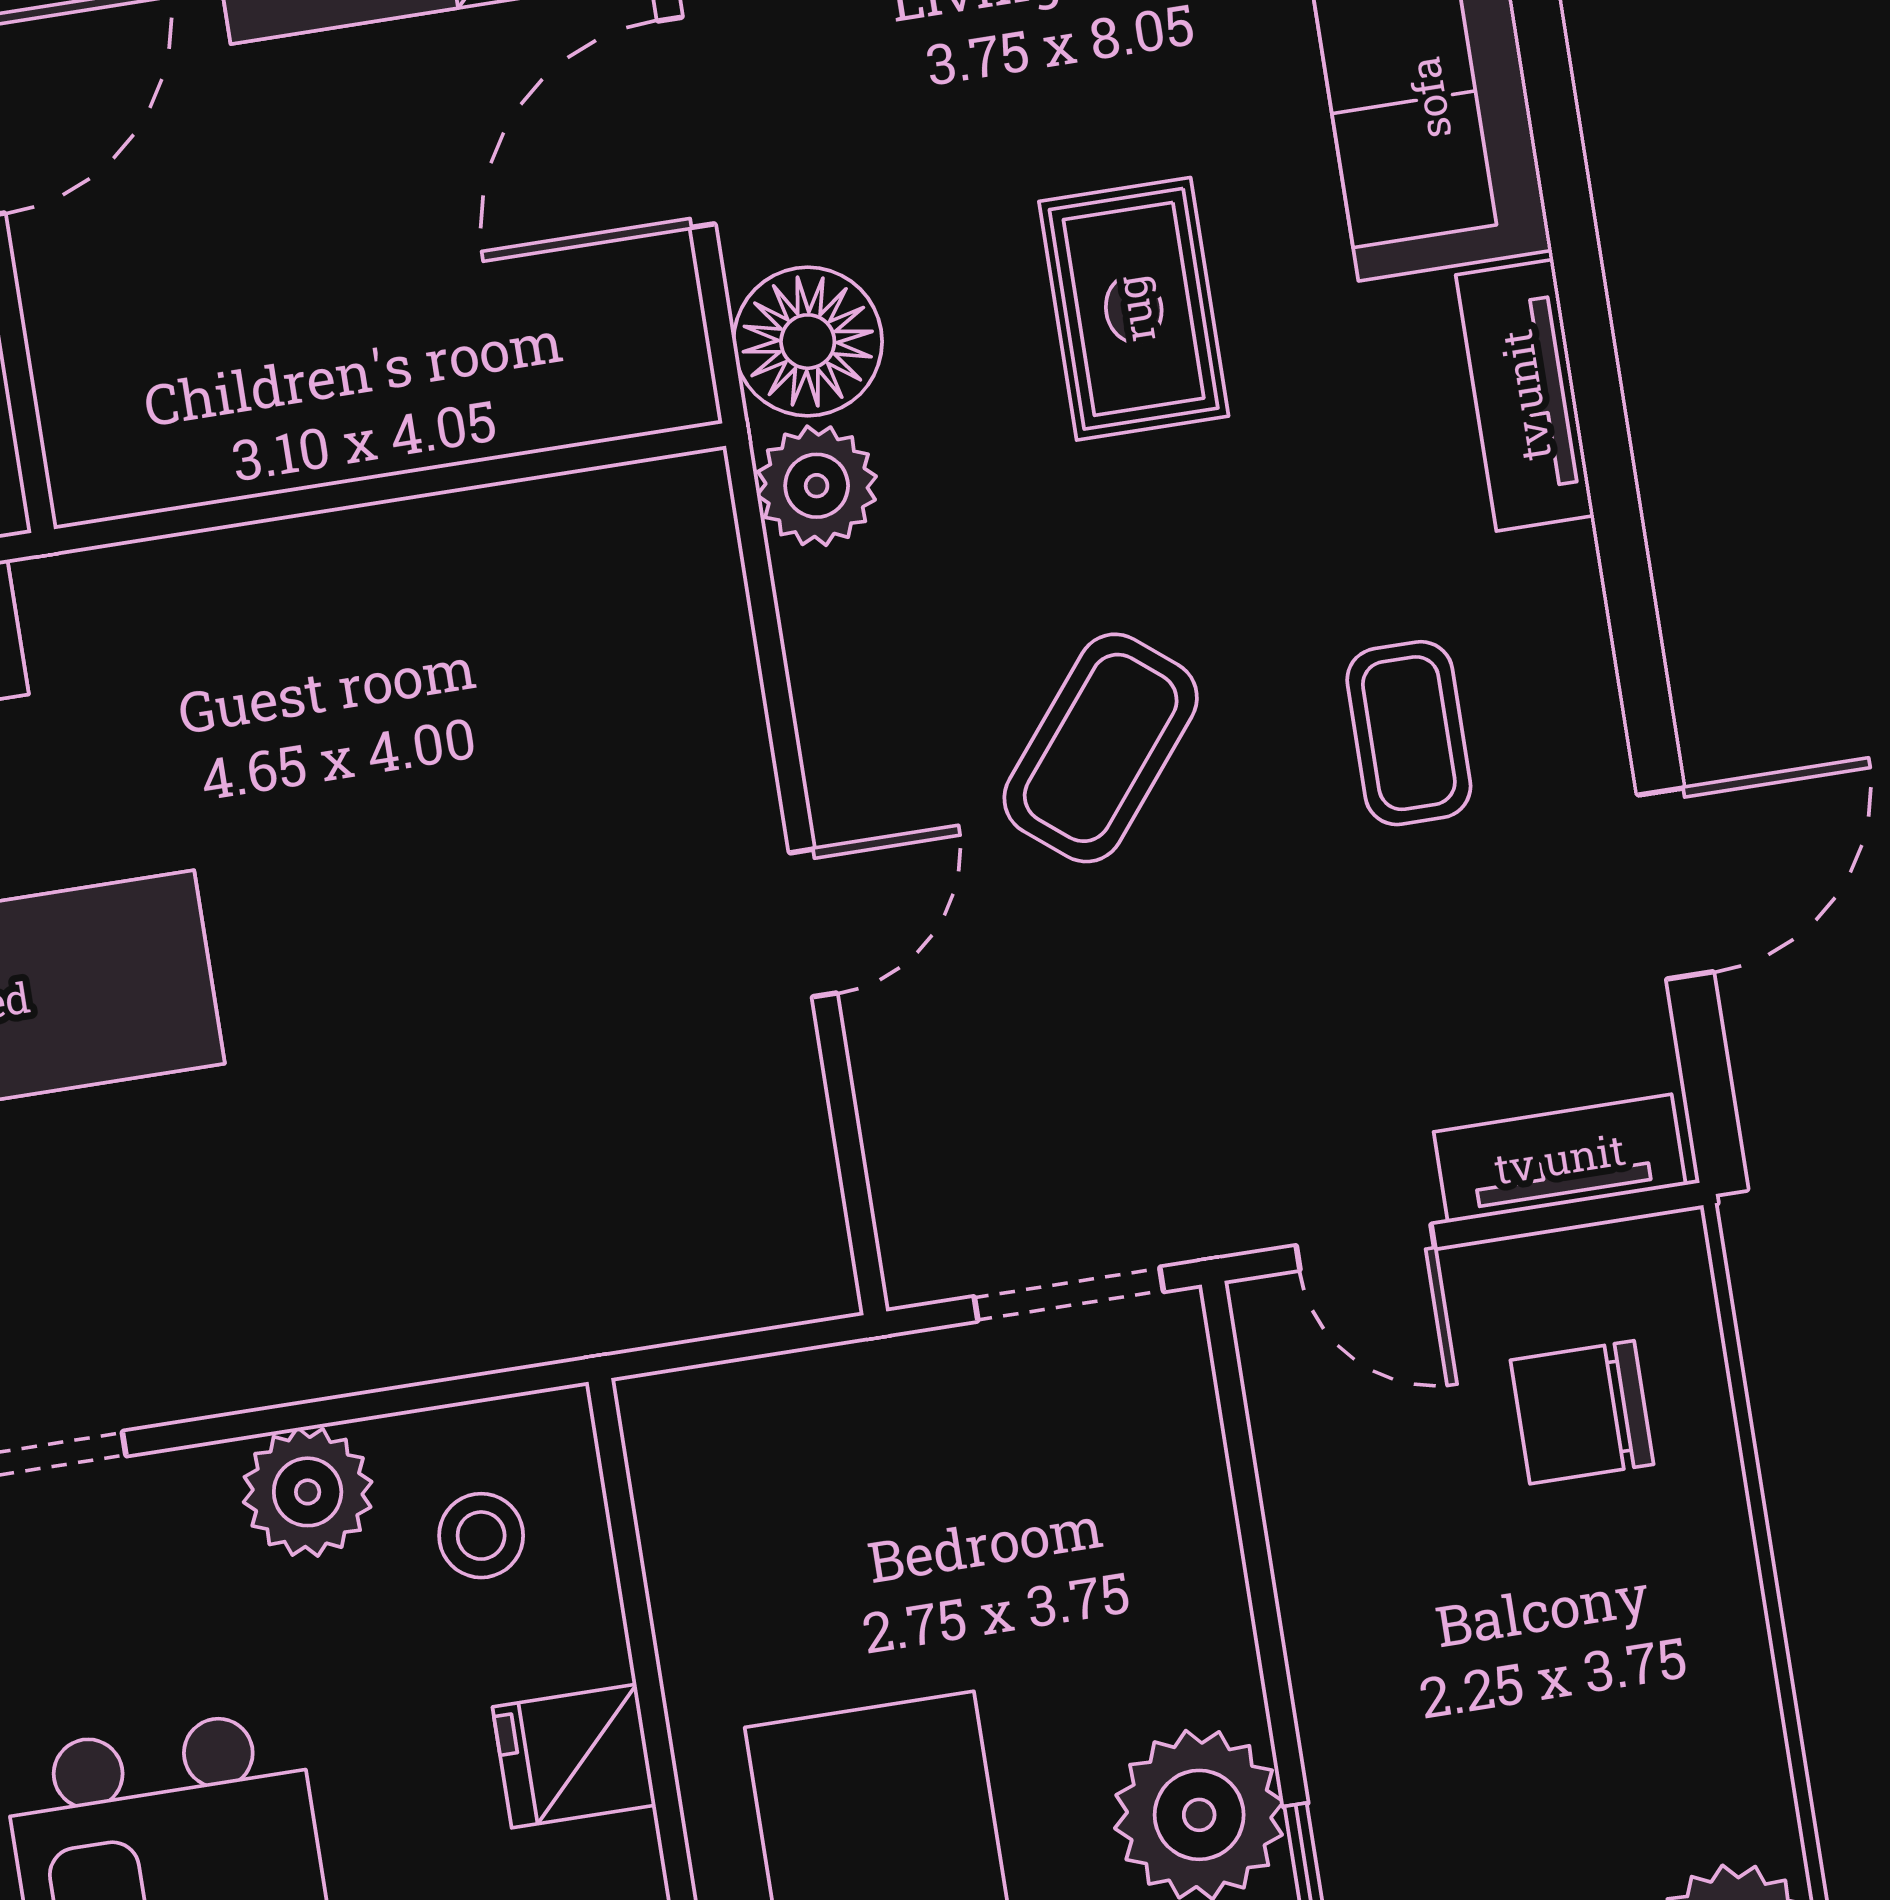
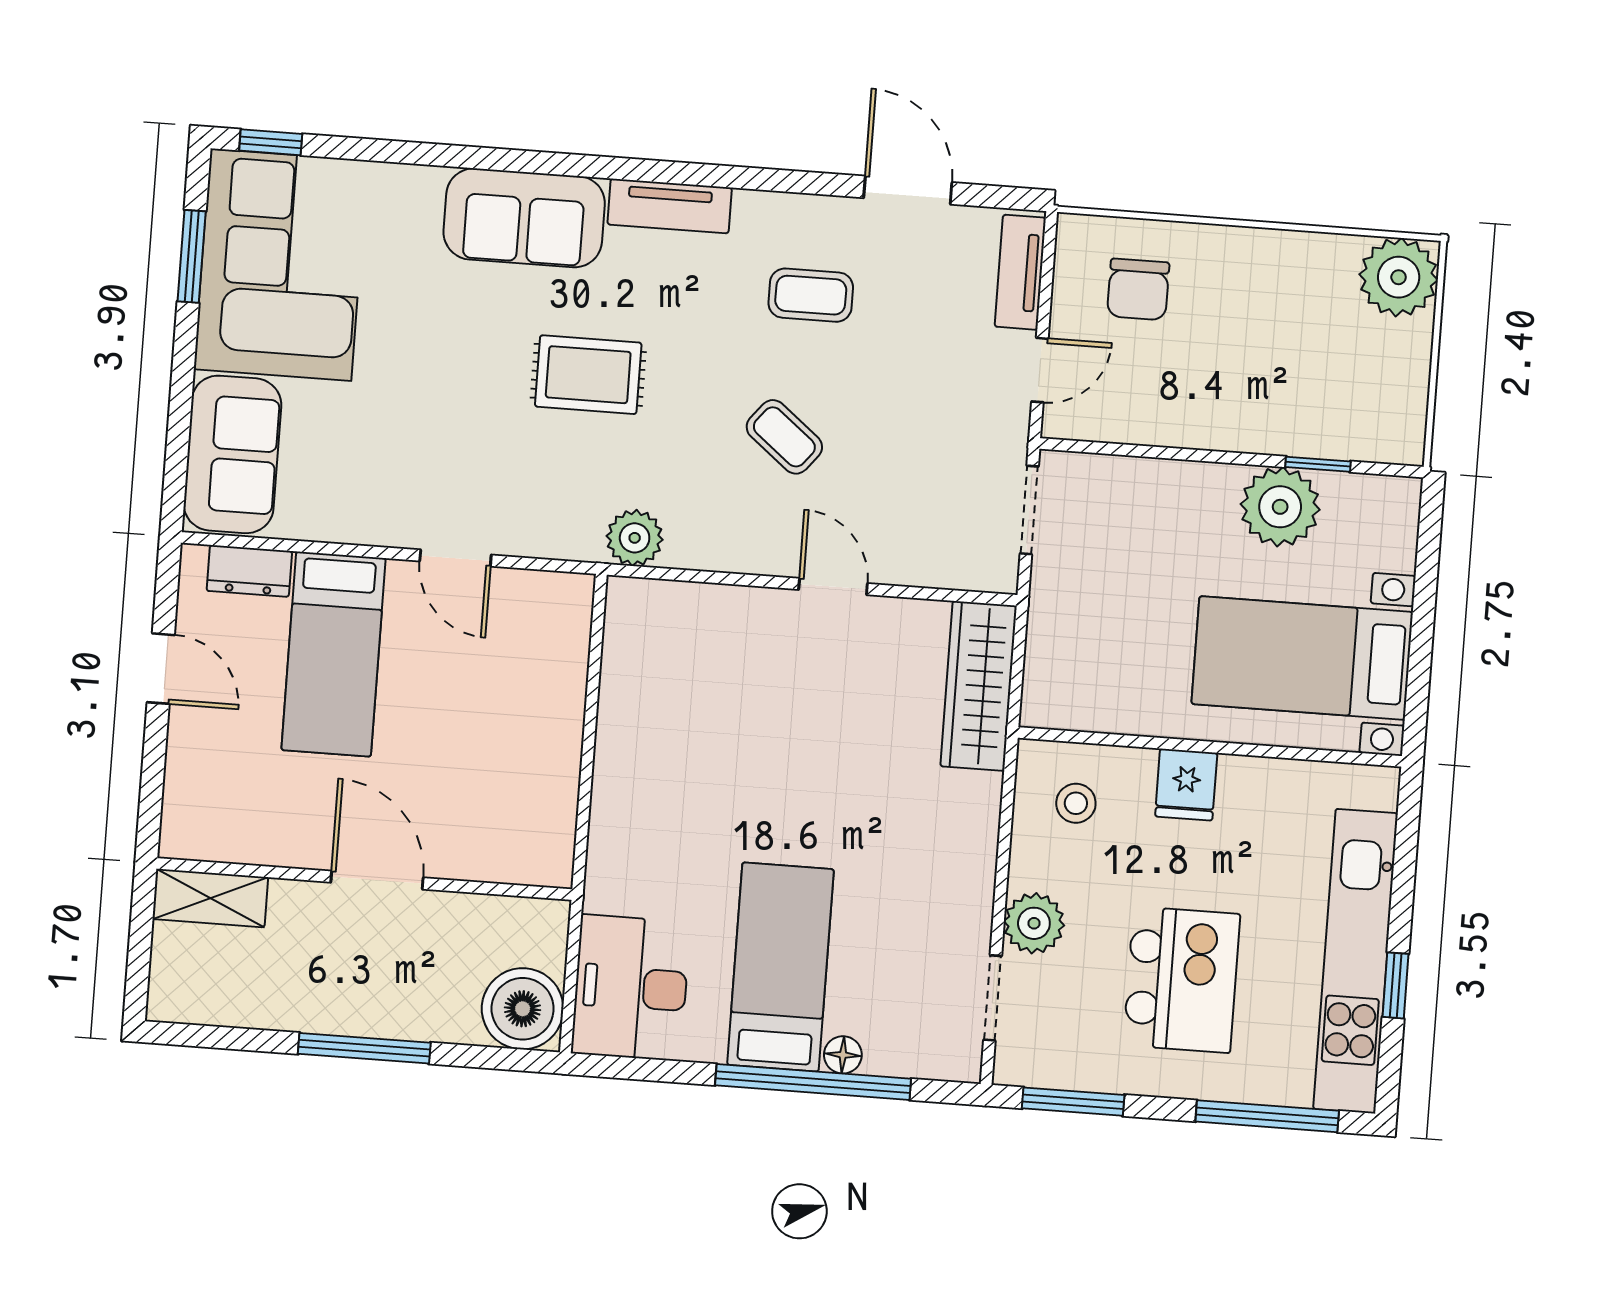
door: (686, 122) -> (455, 558), width x0.73
floor lamp: (808, 342) -> (568, 526), removed
coffee table: (1101, 748) -> (784, 437), width x0.73, depth x0.77
wardrobe: (678, 1275) -> (979, 686), added
plant: (308, 1492) -> (1034, 923), moved

